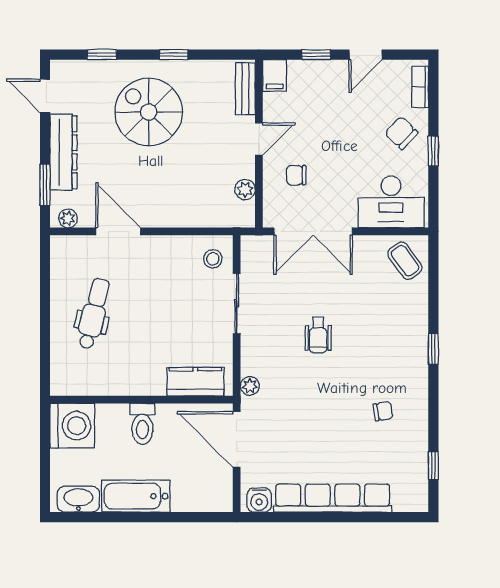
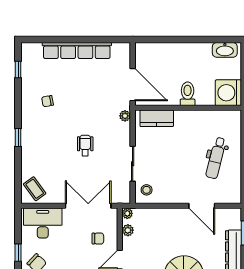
plant: (68, 218) -> (127, 213), moved
bathtub: (136, 496) -> (191, 52), removed
water cooler: (259, 500) -> (120, 49), removed

